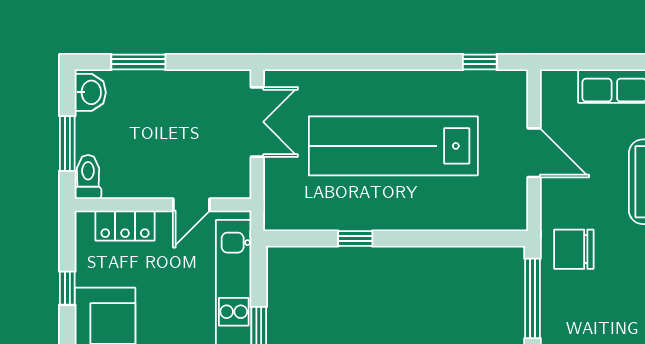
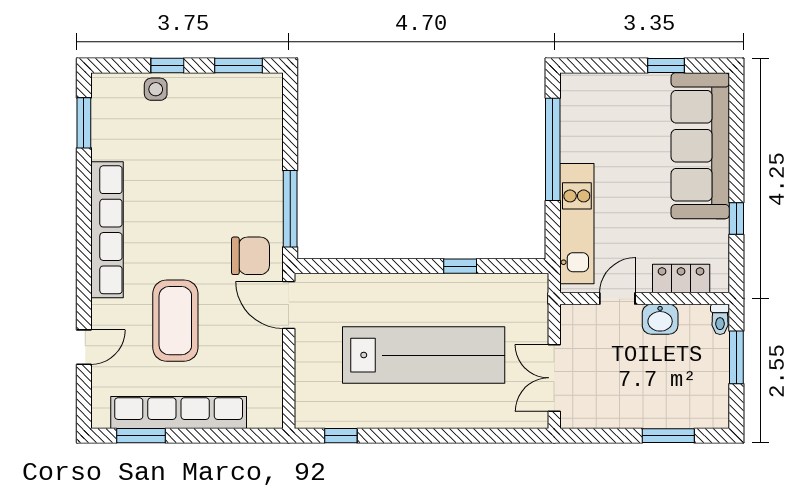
washbasin: (90, 92) -> (660, 319), moved, turned -90
door: (534, 153) -> (289, 305), moved
toilet: (88, 177) -> (720, 319), width x0.73, depth x0.72

